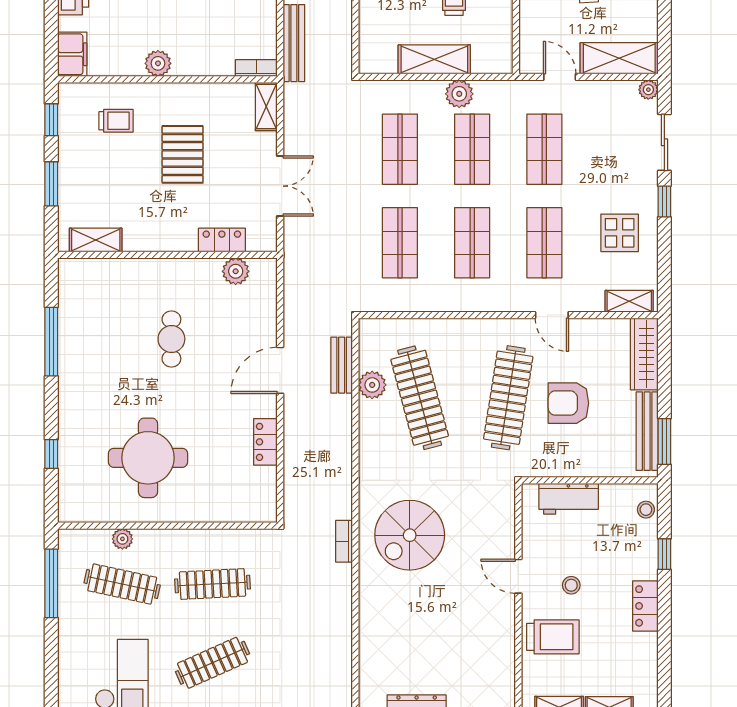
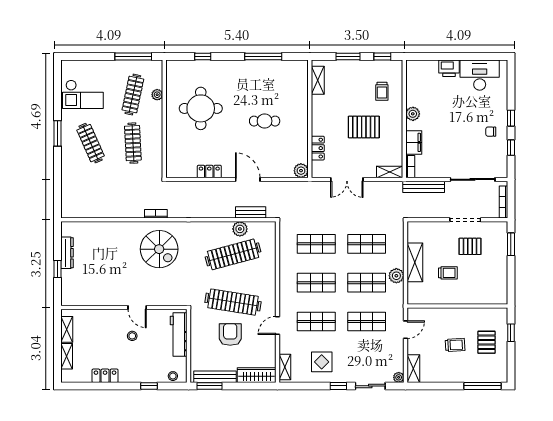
filing cabinet: (72, 54) -> (414, 142), moved, turned -90
shelving: (619, 58) -> (413, 369), width x0.67, depth x0.75
plant: (236, 271) -> (301, 171), moved
workbench: (569, 499) -> (179, 335), width x1.38
spiral stairs: (410, 535) -> (159, 249), turned 180
door: (518, 576) -> (137, 307), swing flipped
locker: (645, 606) -> (105, 376), moved
trolley: (553, 637) -> (104, 326), removed

